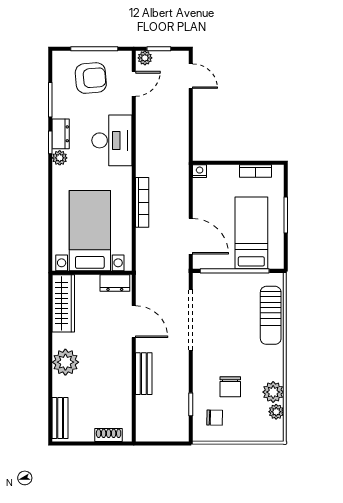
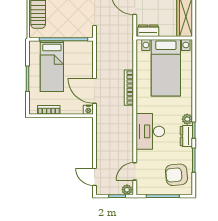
armchair: (91, 78) -> (176, 175), moved
door: (191, 236) -> (95, 91), moved

